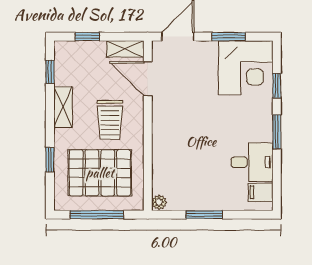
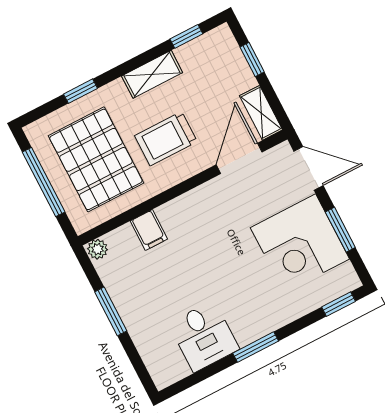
corner desk: (246, 68) -> (300, 243), moved
window: (277, 86) -> (339, 304), moved
filing cabinet: (261, 192) -> (149, 230), moved, turned 180

